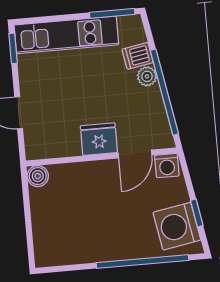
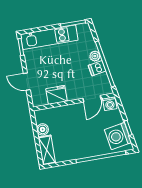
dishwasher: (138, 56) -> (97, 68), moved
fridge: (99, 139) -> (57, 95), moved
boiler: (38, 176) -> (43, 129), moved
shelving: (45, 241) -> (47, 150), added

